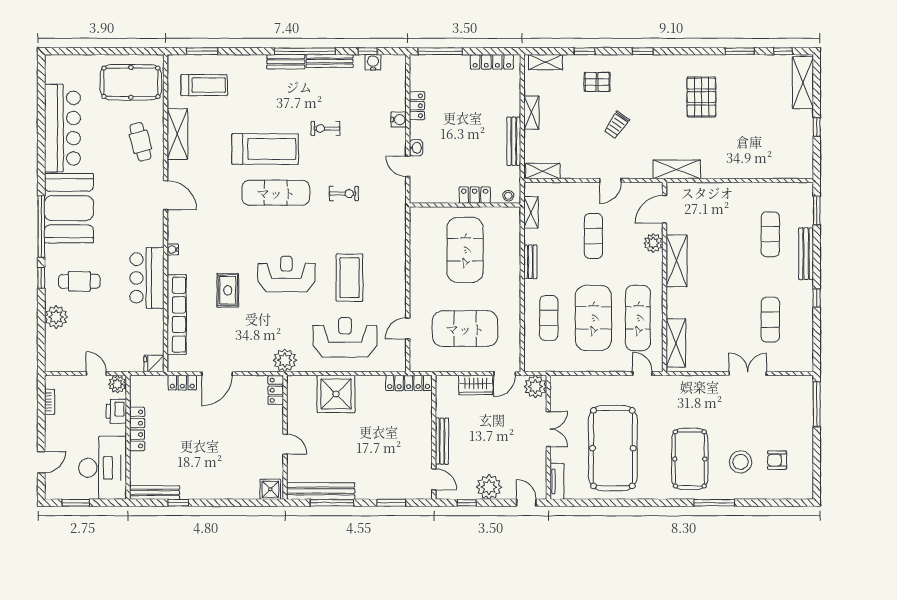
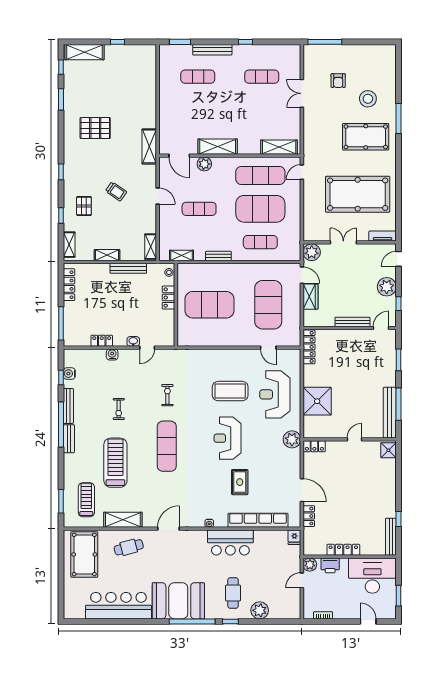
treadmill: (265, 149) -> (115, 463), moved
rug: (228, 290) -> (240, 482), turned 90
armchair: (777, 460) -> (338, 81), moved

